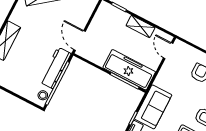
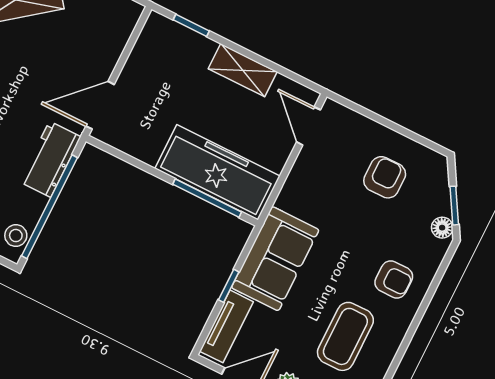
door: (80, 40) -> (100, 105), hinge flipped
workbench: (55, 68) -> (50, 159), width x0.73

